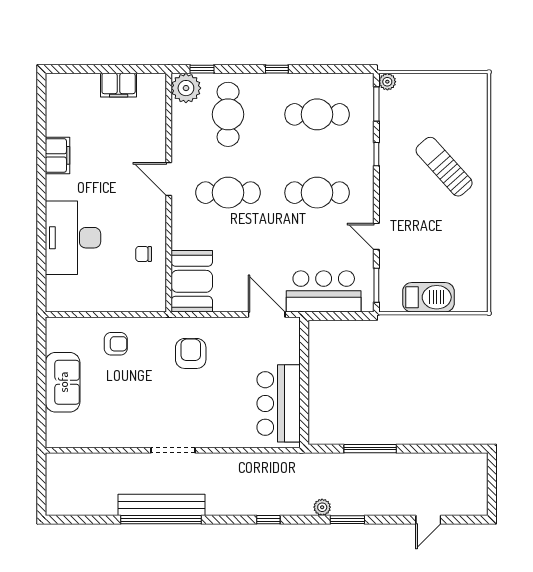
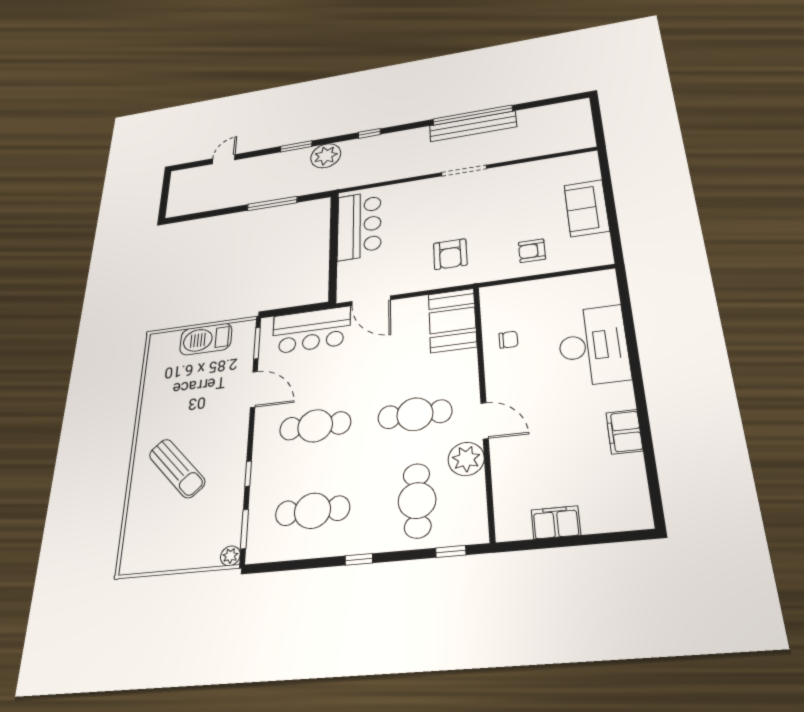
plant: (186, 88) -> (466, 459), moved
door: (376, 236) -> (254, 389), width x1.38
plant: (322, 507) -> (326, 156), width x1.87, depth x1.87

